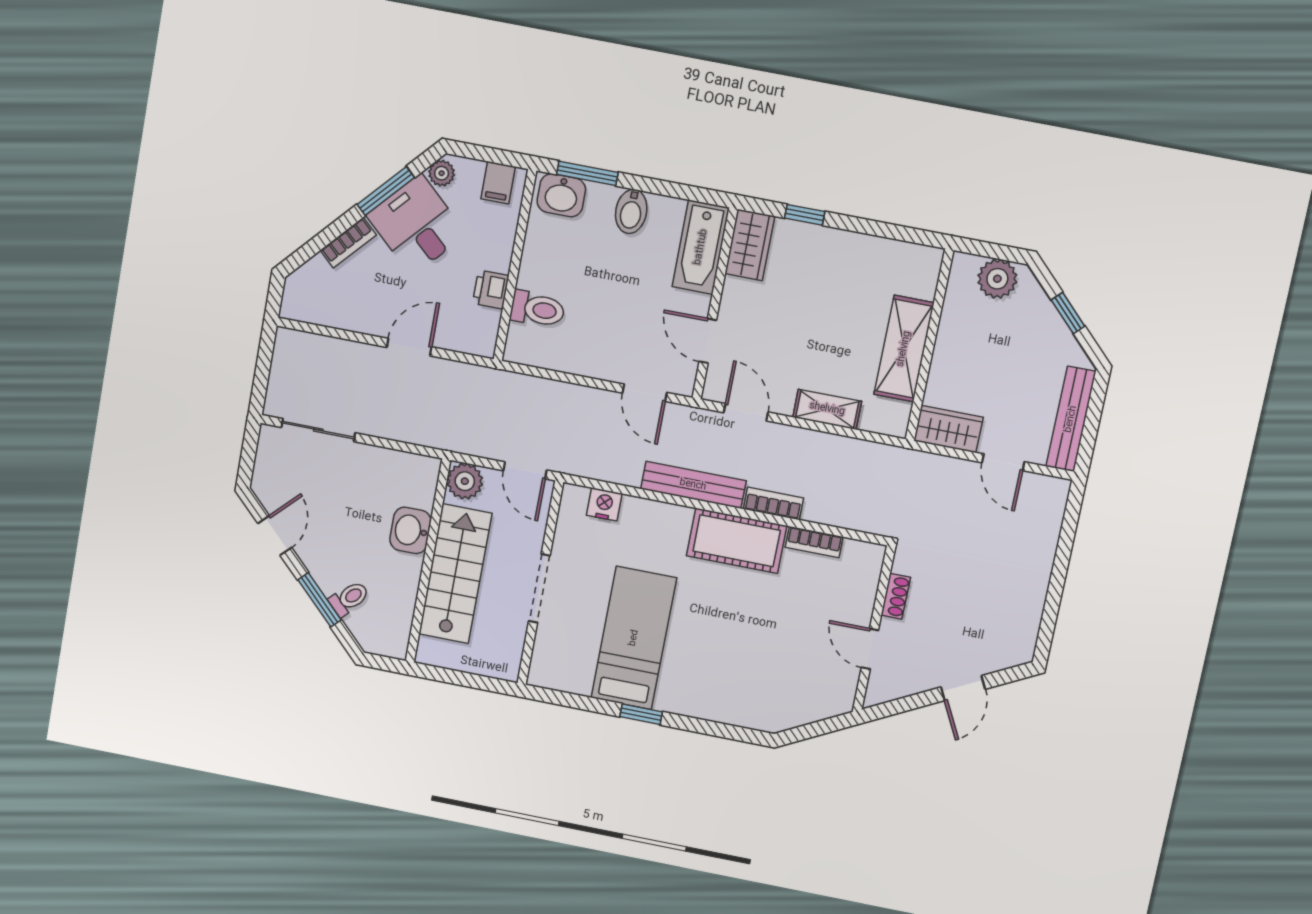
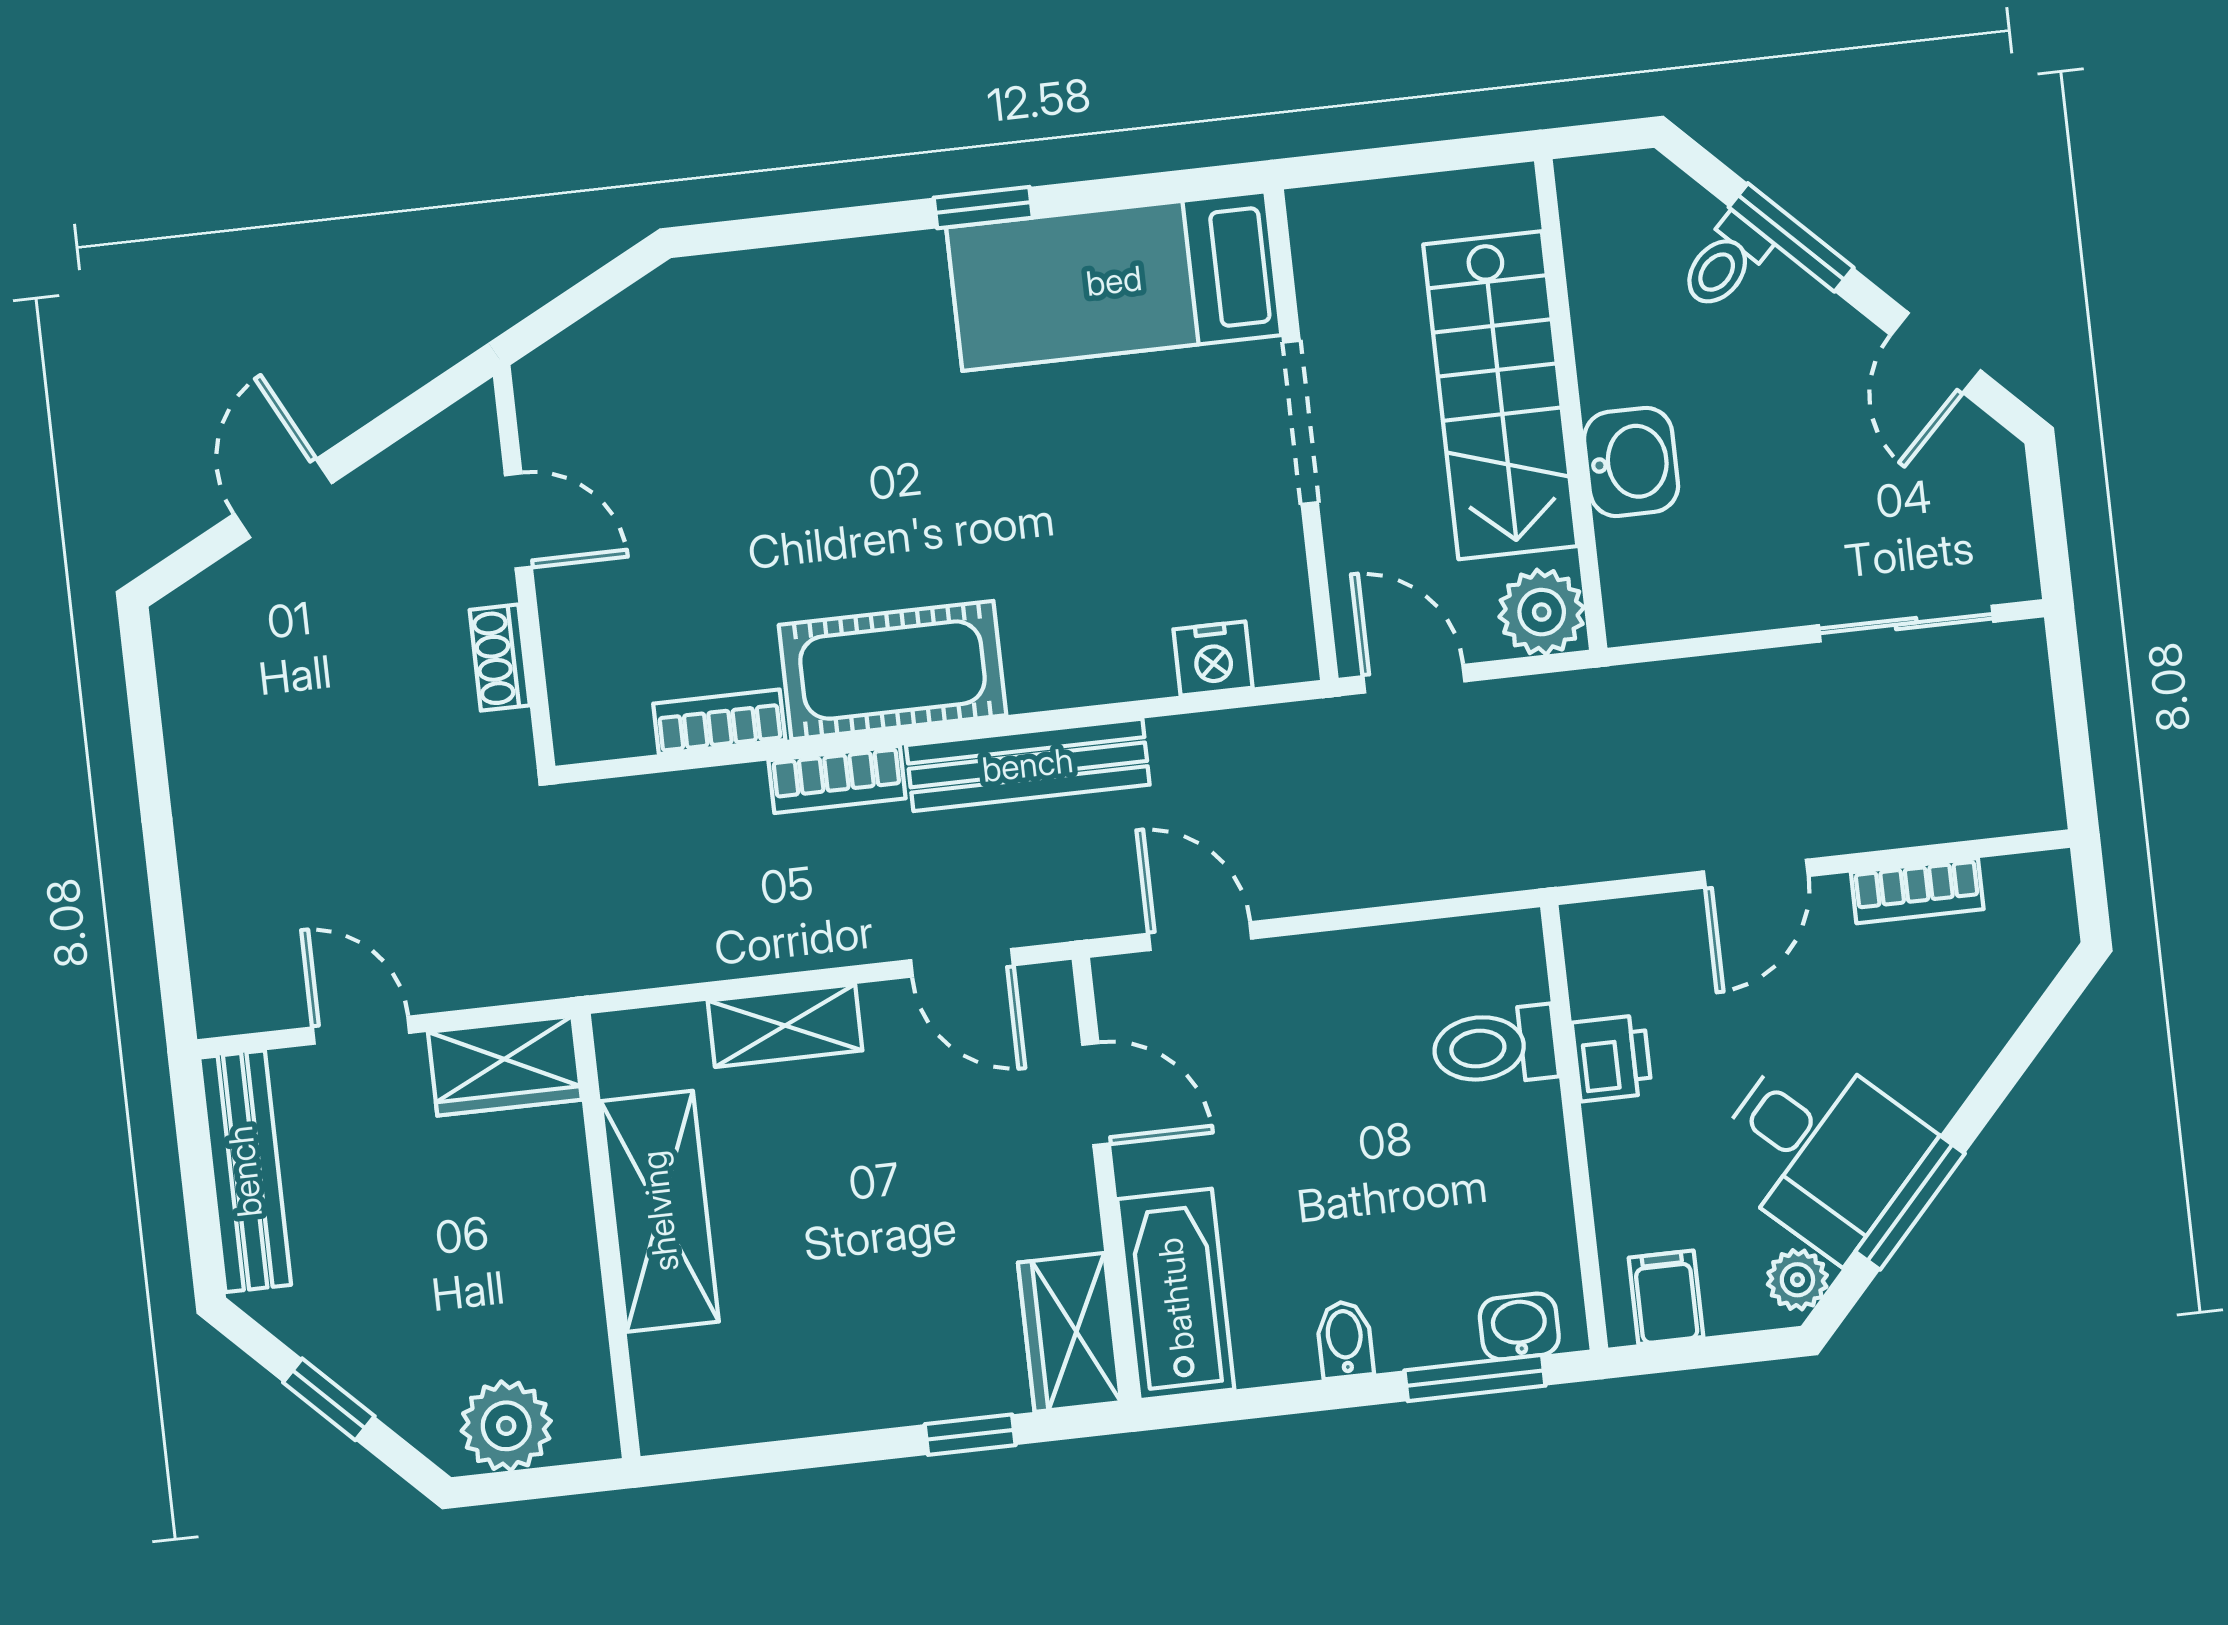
washbasin: (561, 195) -> (1519, 1326), width x0.72, depth x0.69
bidet: (631, 211) -> (1345, 1339), width x0.72, depth x0.74
bookcase: (348, 242) -> (1917, 891), moved, turned -133
bed: (634, 638) -> (1114, 281), moved, turned 90

